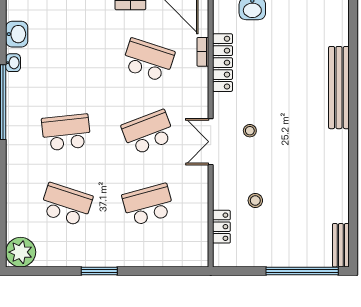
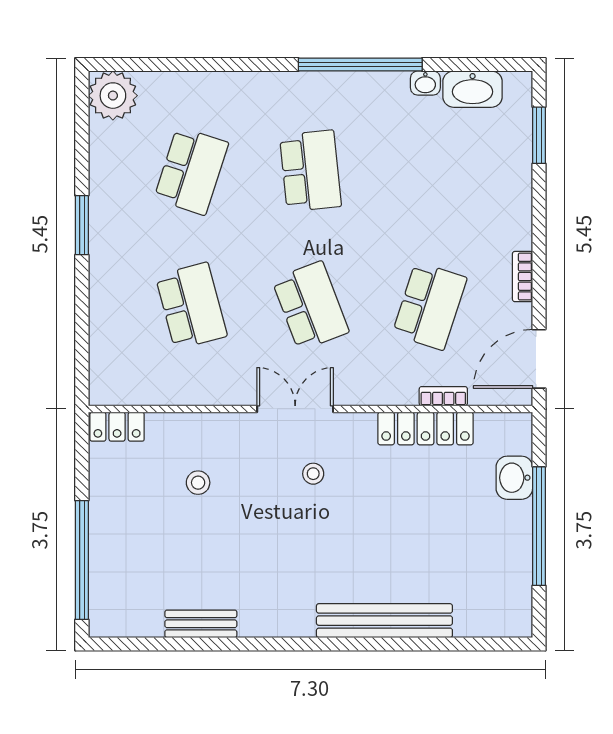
washbasin: (17, 34) -> (473, 89), width x1.38
locker: (221, 227) -> (117, 427), moved
bench: (341, 245) -> (201, 624), moved

